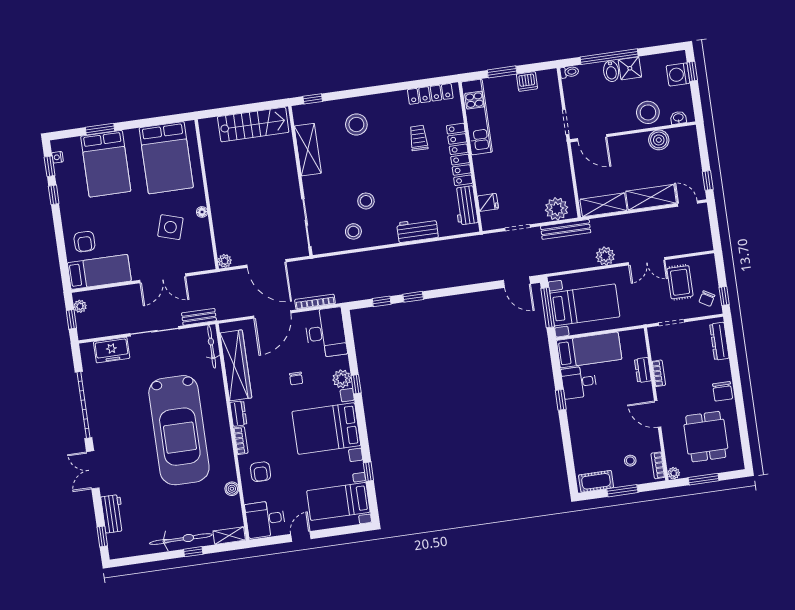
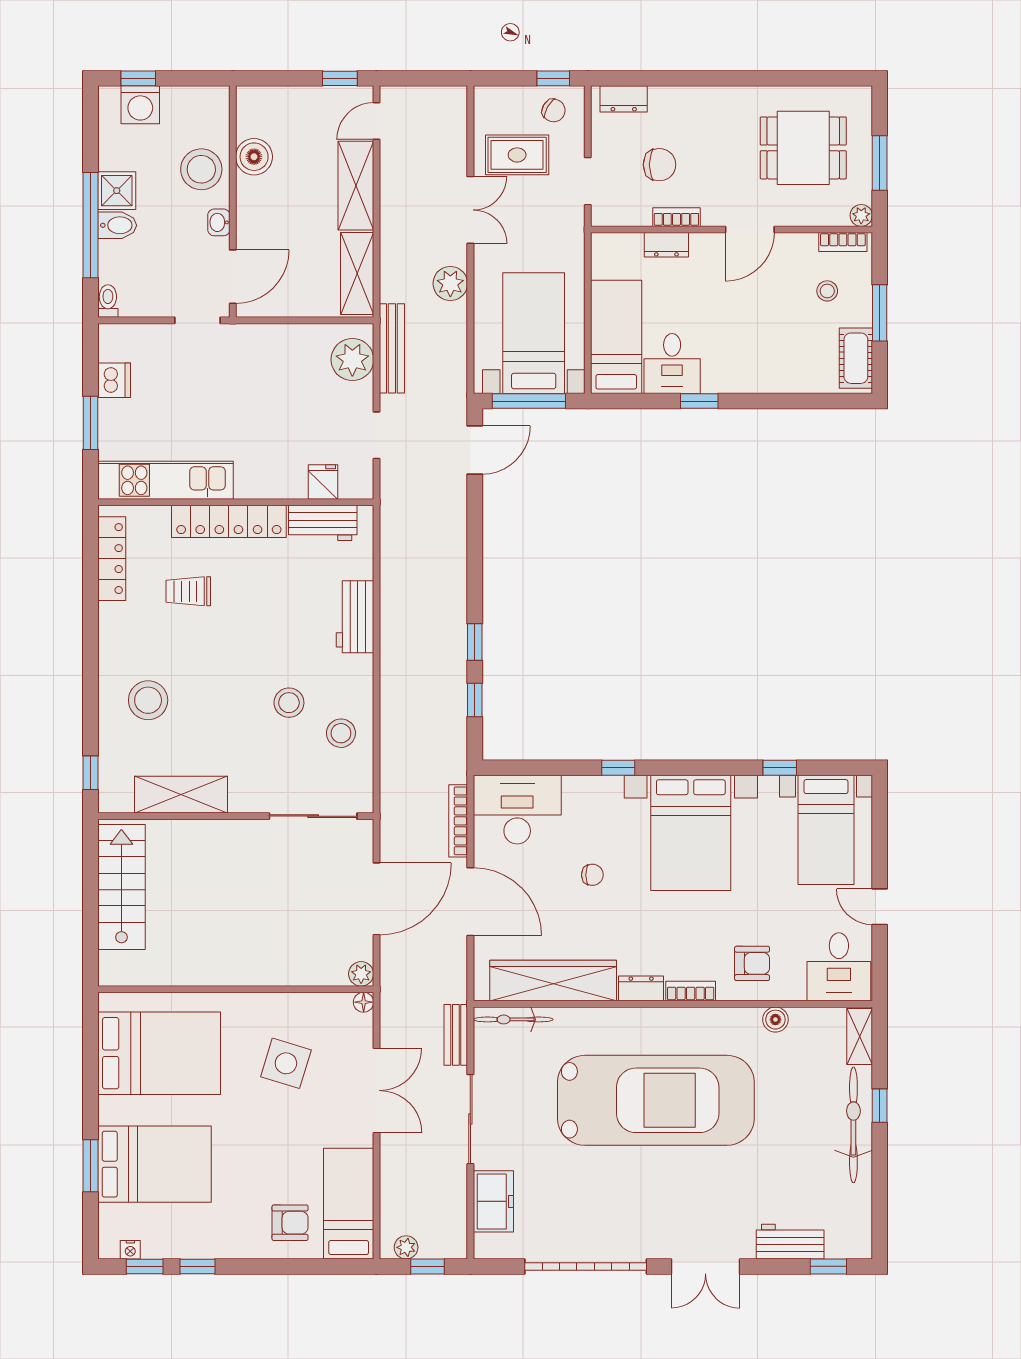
washbasin: (678, 118) -> (219, 222), moved
floor lamp: (202, 212) -> (364, 1002), moved
dresser: (719, 341) -> (624, 99), width x0.70
plant: (342, 379) -> (605, 792), removed
chair: (723, 391) -> (659, 165), moved

